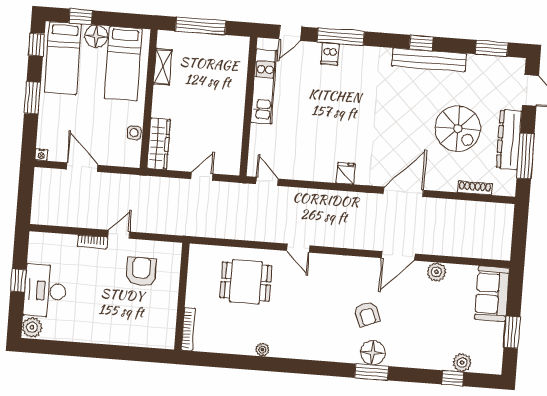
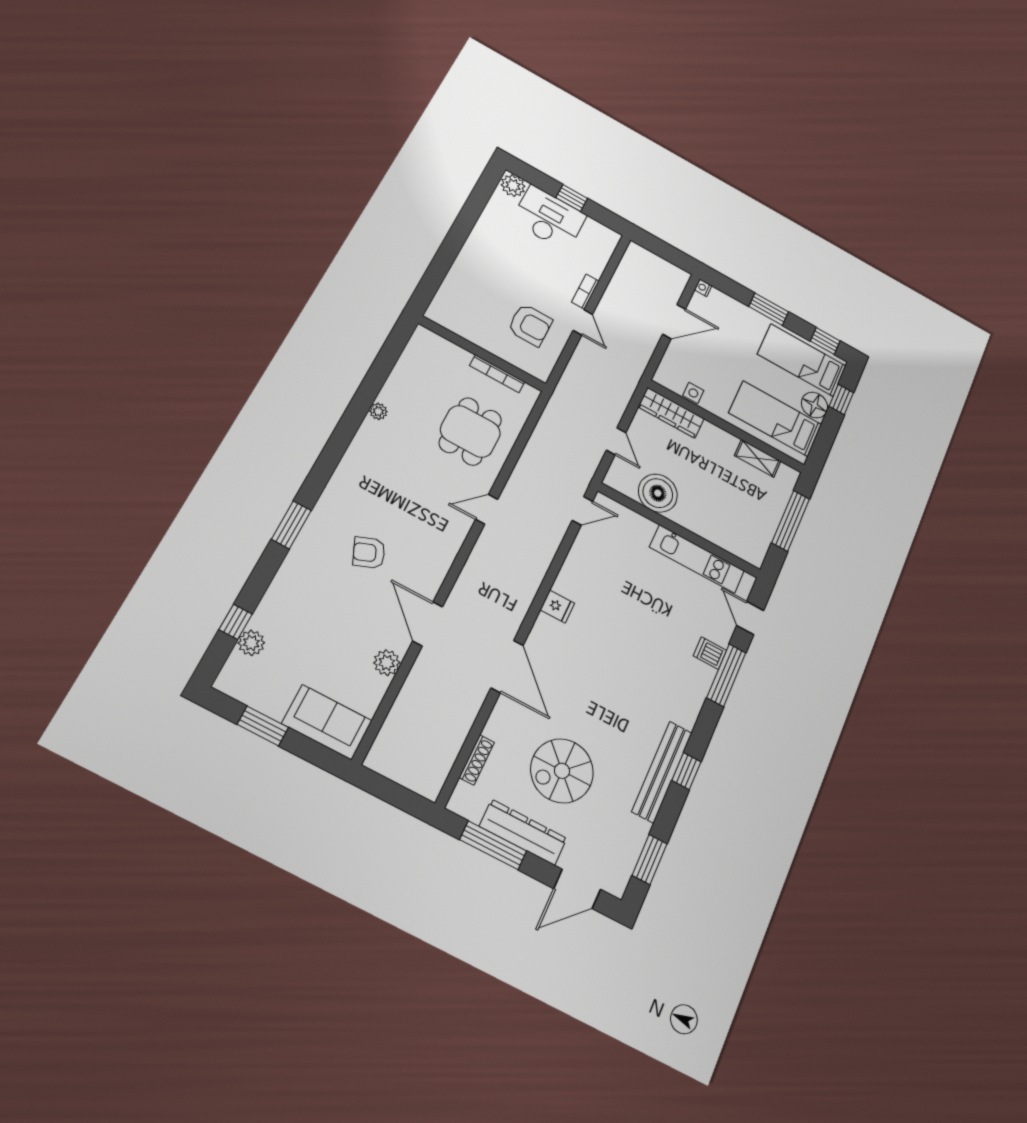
boiler: (227, 132) -> (658, 493), added
bookcase: (188, 329) -> (497, 374), moved
floor lamp: (373, 353) -> (316, 538), removed

